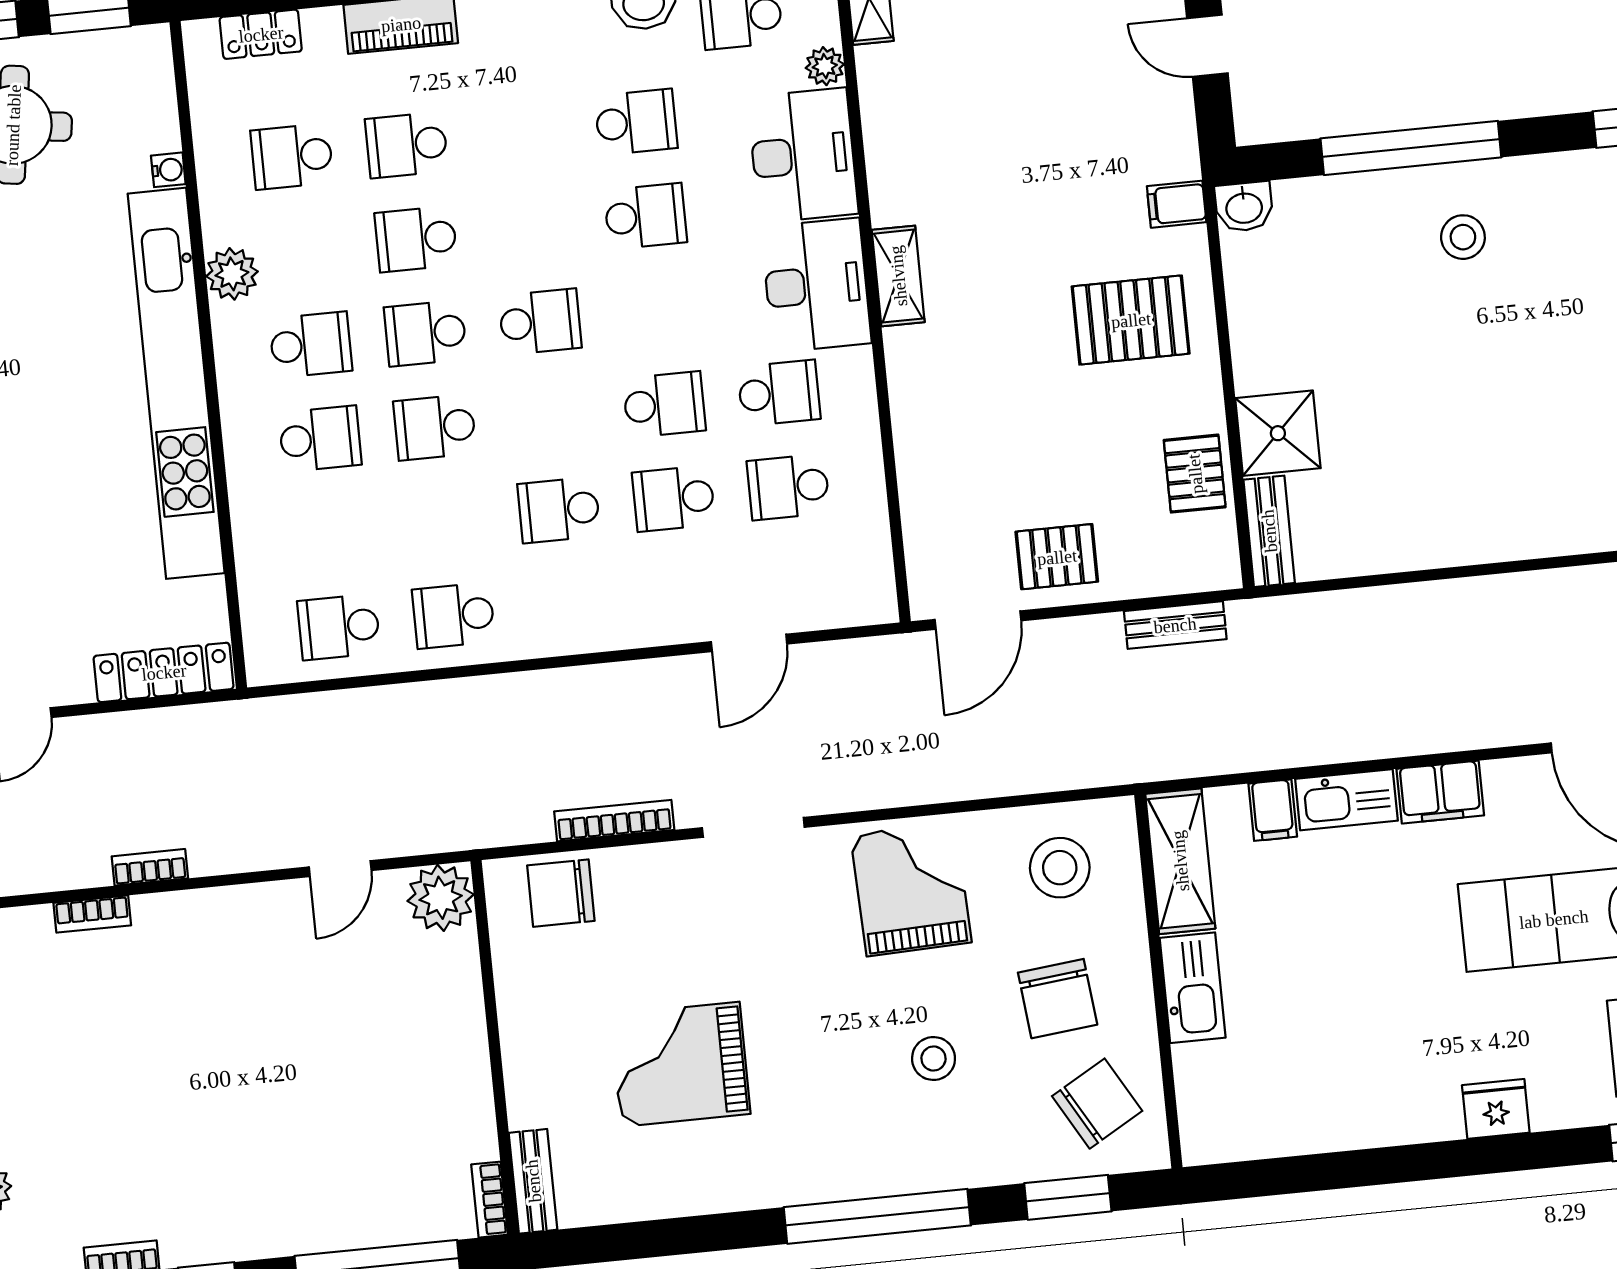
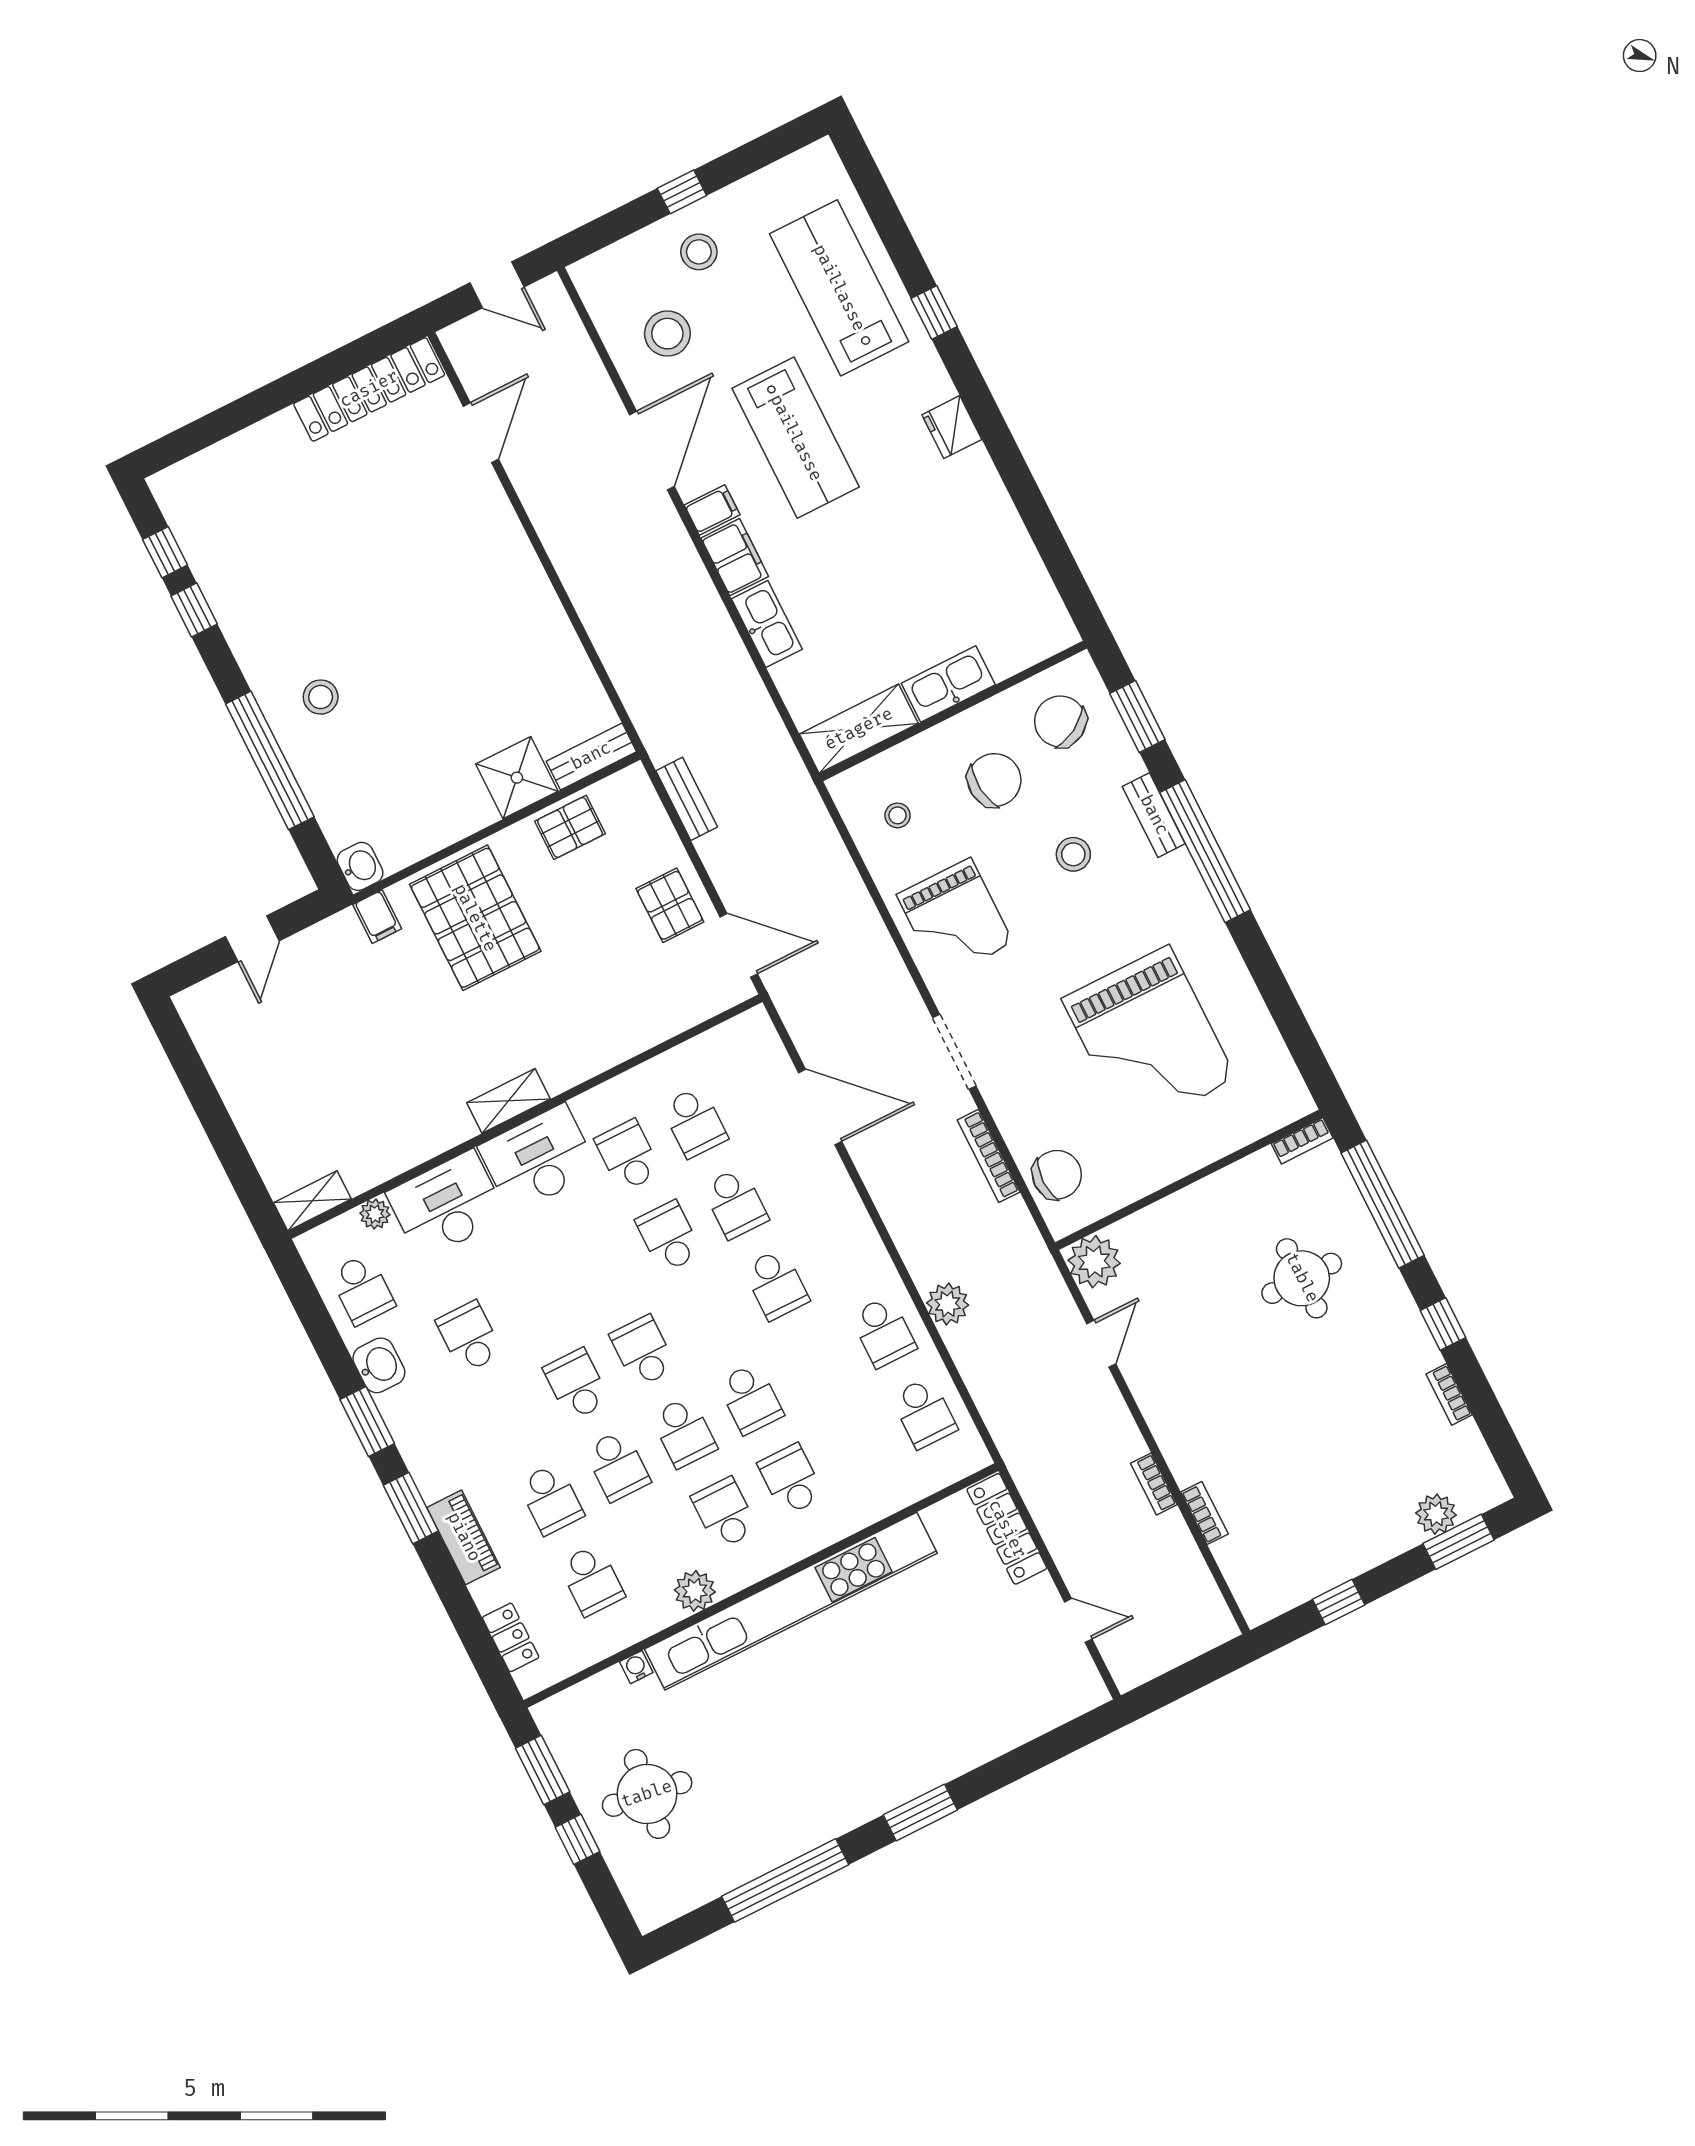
school desk: (645, 216) -> (577, 1385), moved
pallet: (1131, 320) -> (475, 918), width x1.37, depth x1.41
door: (749, 643) -> (820, 1107), width x1.36
plant: (457, 705) -> (948, 1304), added
filing cabinet: (1273, 810) -> (712, 510), moved
stool: (1060, 868) -> (898, 815), width x0.53, depth x0.53
door: (340, 869) -> (1101, 1344), hinge flipped
grand piano: (911, 889) -> (955, 919), turned -88
chair: (561, 893) -> (1057, 1175), turned -90
grand piano: (680, 1064) -> (1149, 1039), width x1.37, depth x1.48
round table: (326, 1136) -> (1302, 1278), added
bench: (533, 1181) -> (1154, 815), moved, turned 90

